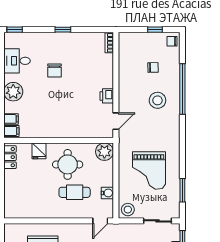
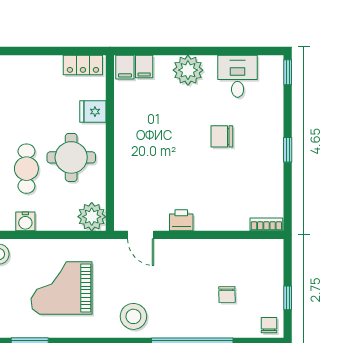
stool: (157, 100) -> (133, 316), moved

